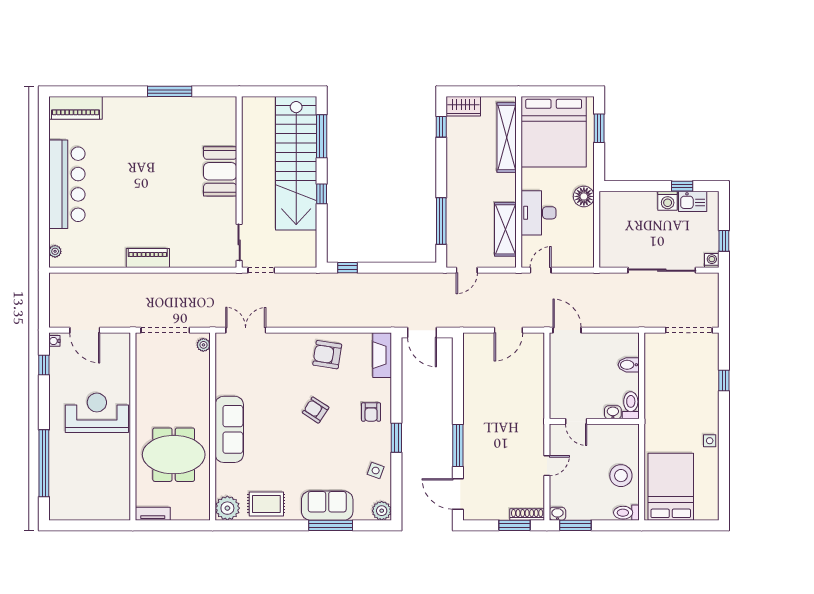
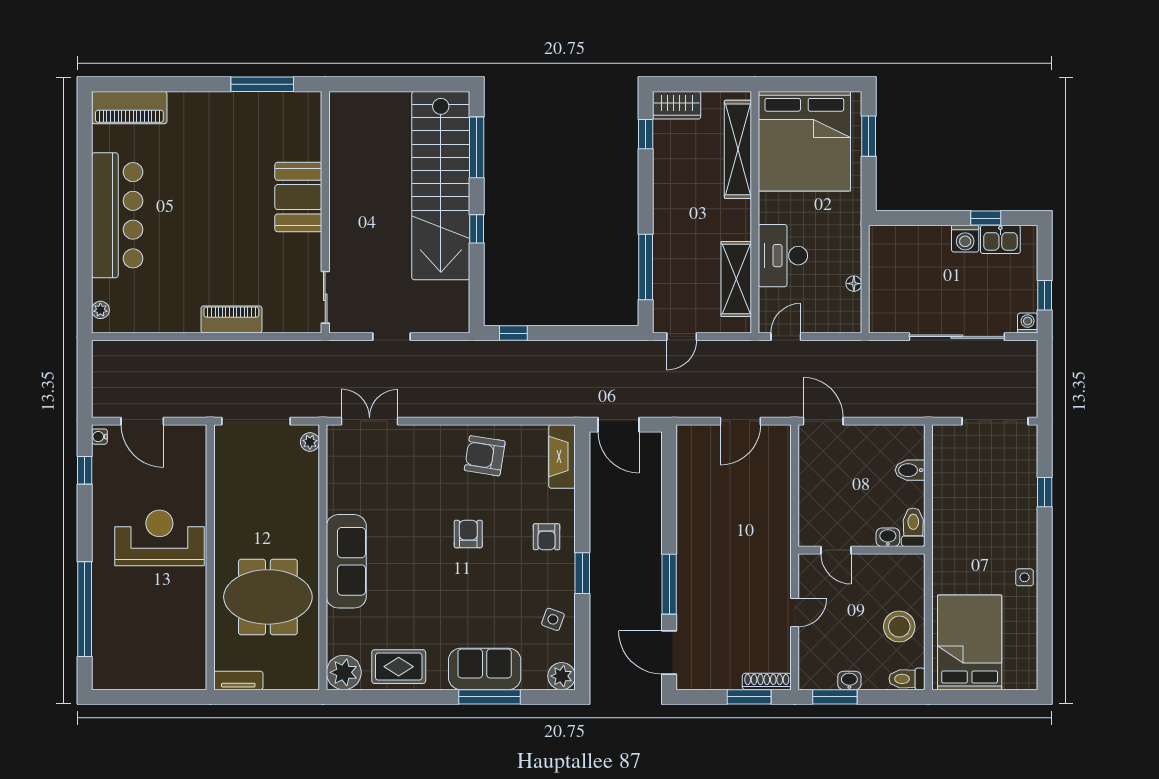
booth: (220, 171) -> (298, 197), moved
wall: (239, 182) -> (325, 212), moved
floor lamp: (584, 196) -> (854, 284), moved, width x0.53, depth x0.53
sliding door: (239, 242) -> (325, 297), moved
armchair: (316, 410) -> (468, 534), turned 57
washbasin: (557, 514) -> (849, 680), moved

